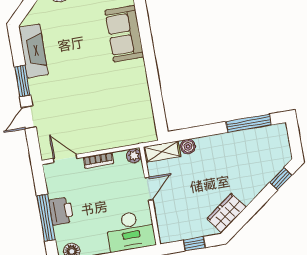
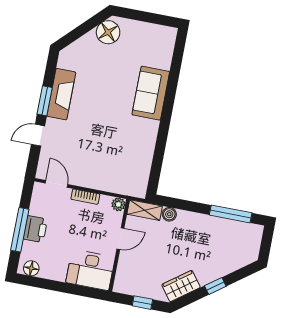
fireplace: (33, 51) -> (61, 94), moved
window: (281, 179) -> (215, 286), moved

